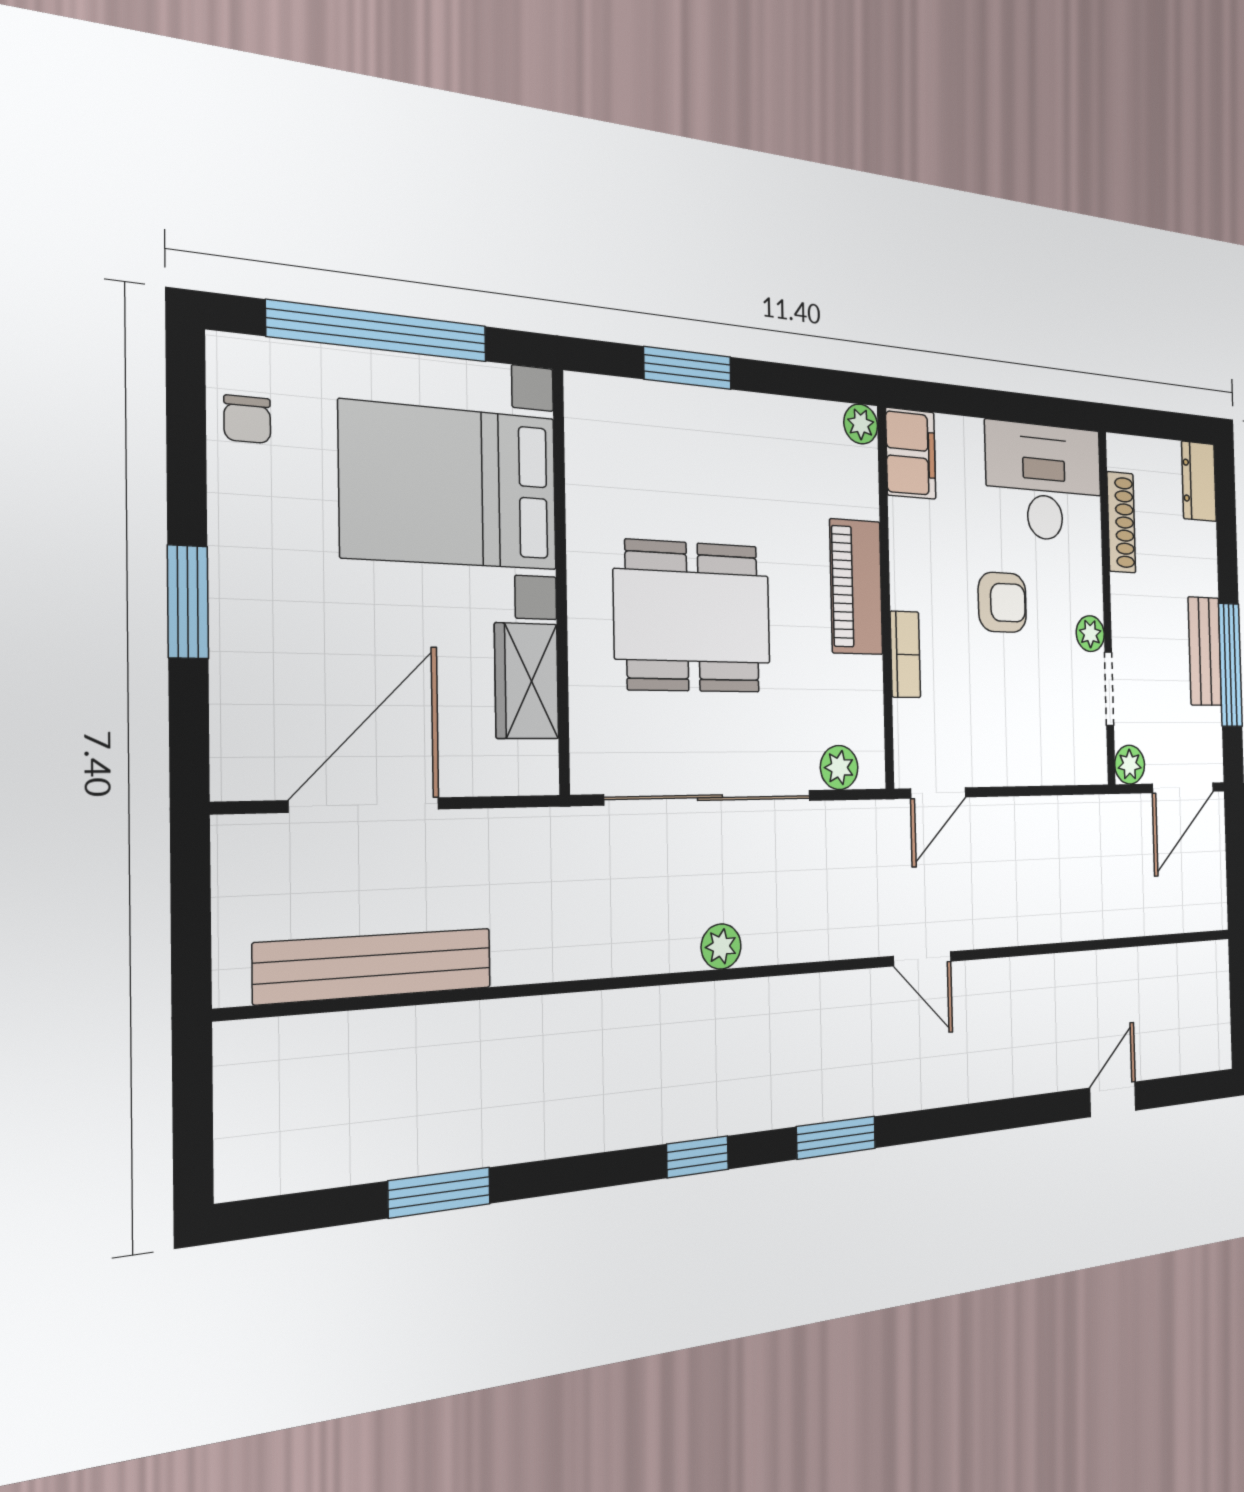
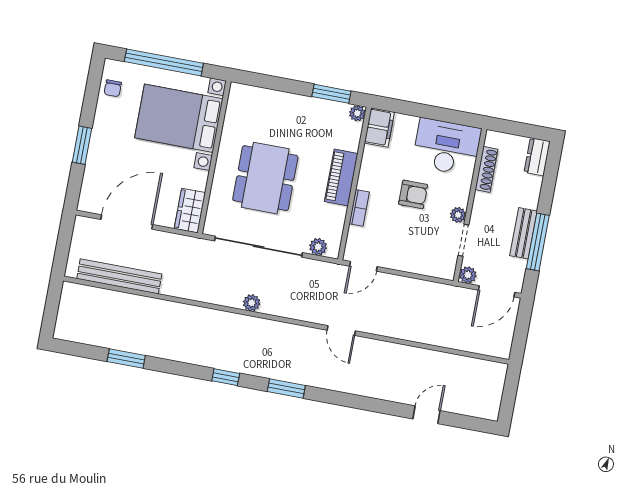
window: (688, 368) -> (331, 94), moved
dining table: (693, 617) -> (265, 178), turned 90
wardrobe: (527, 681) -> (190, 211), moved

